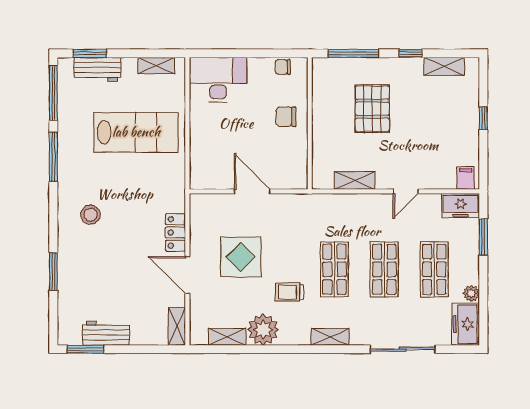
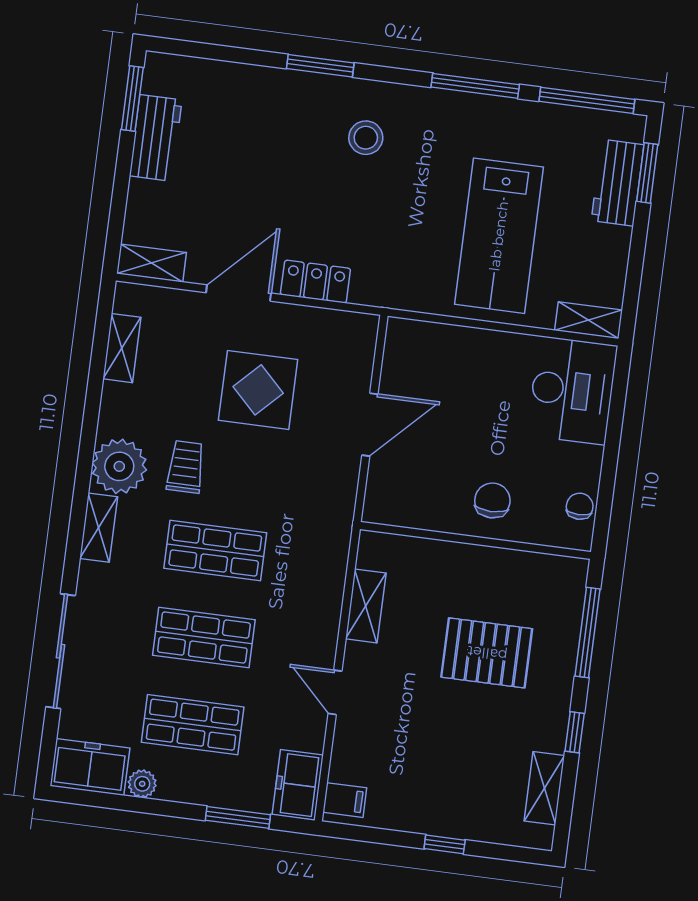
shelving: (156, 66) -> (589, 320), moved, turned 90
window: (53, 272) -> (320, 66), moved
plant: (263, 330) -> (119, 466), moved

